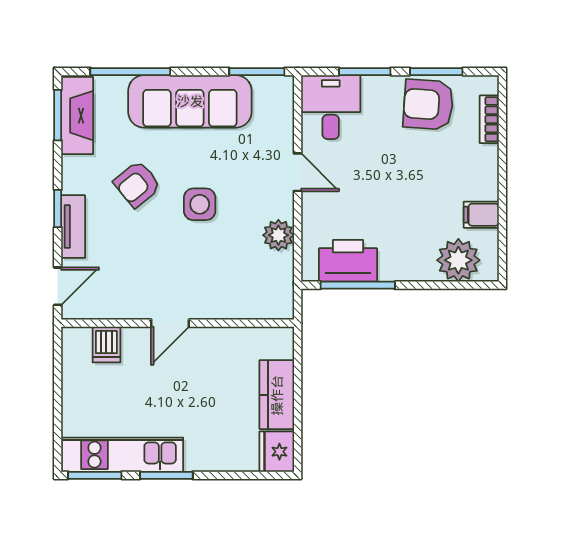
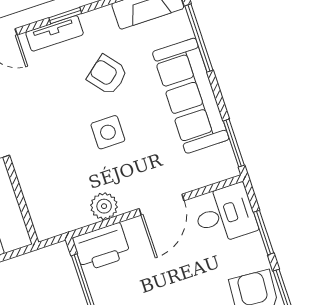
door: (298, 172) -> (162, 205), width x1.38
printer: (348, 261) -> (102, 247), moved, turned 90

